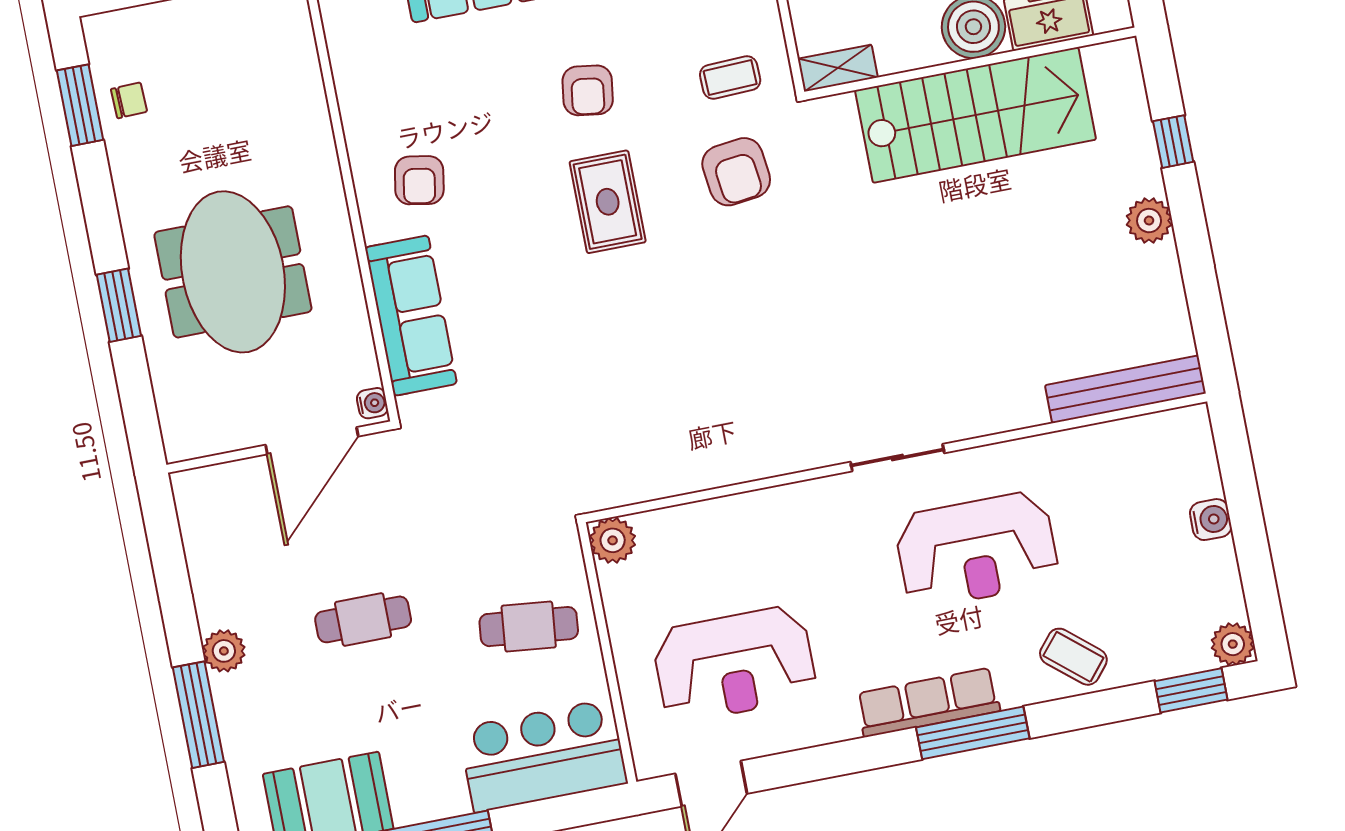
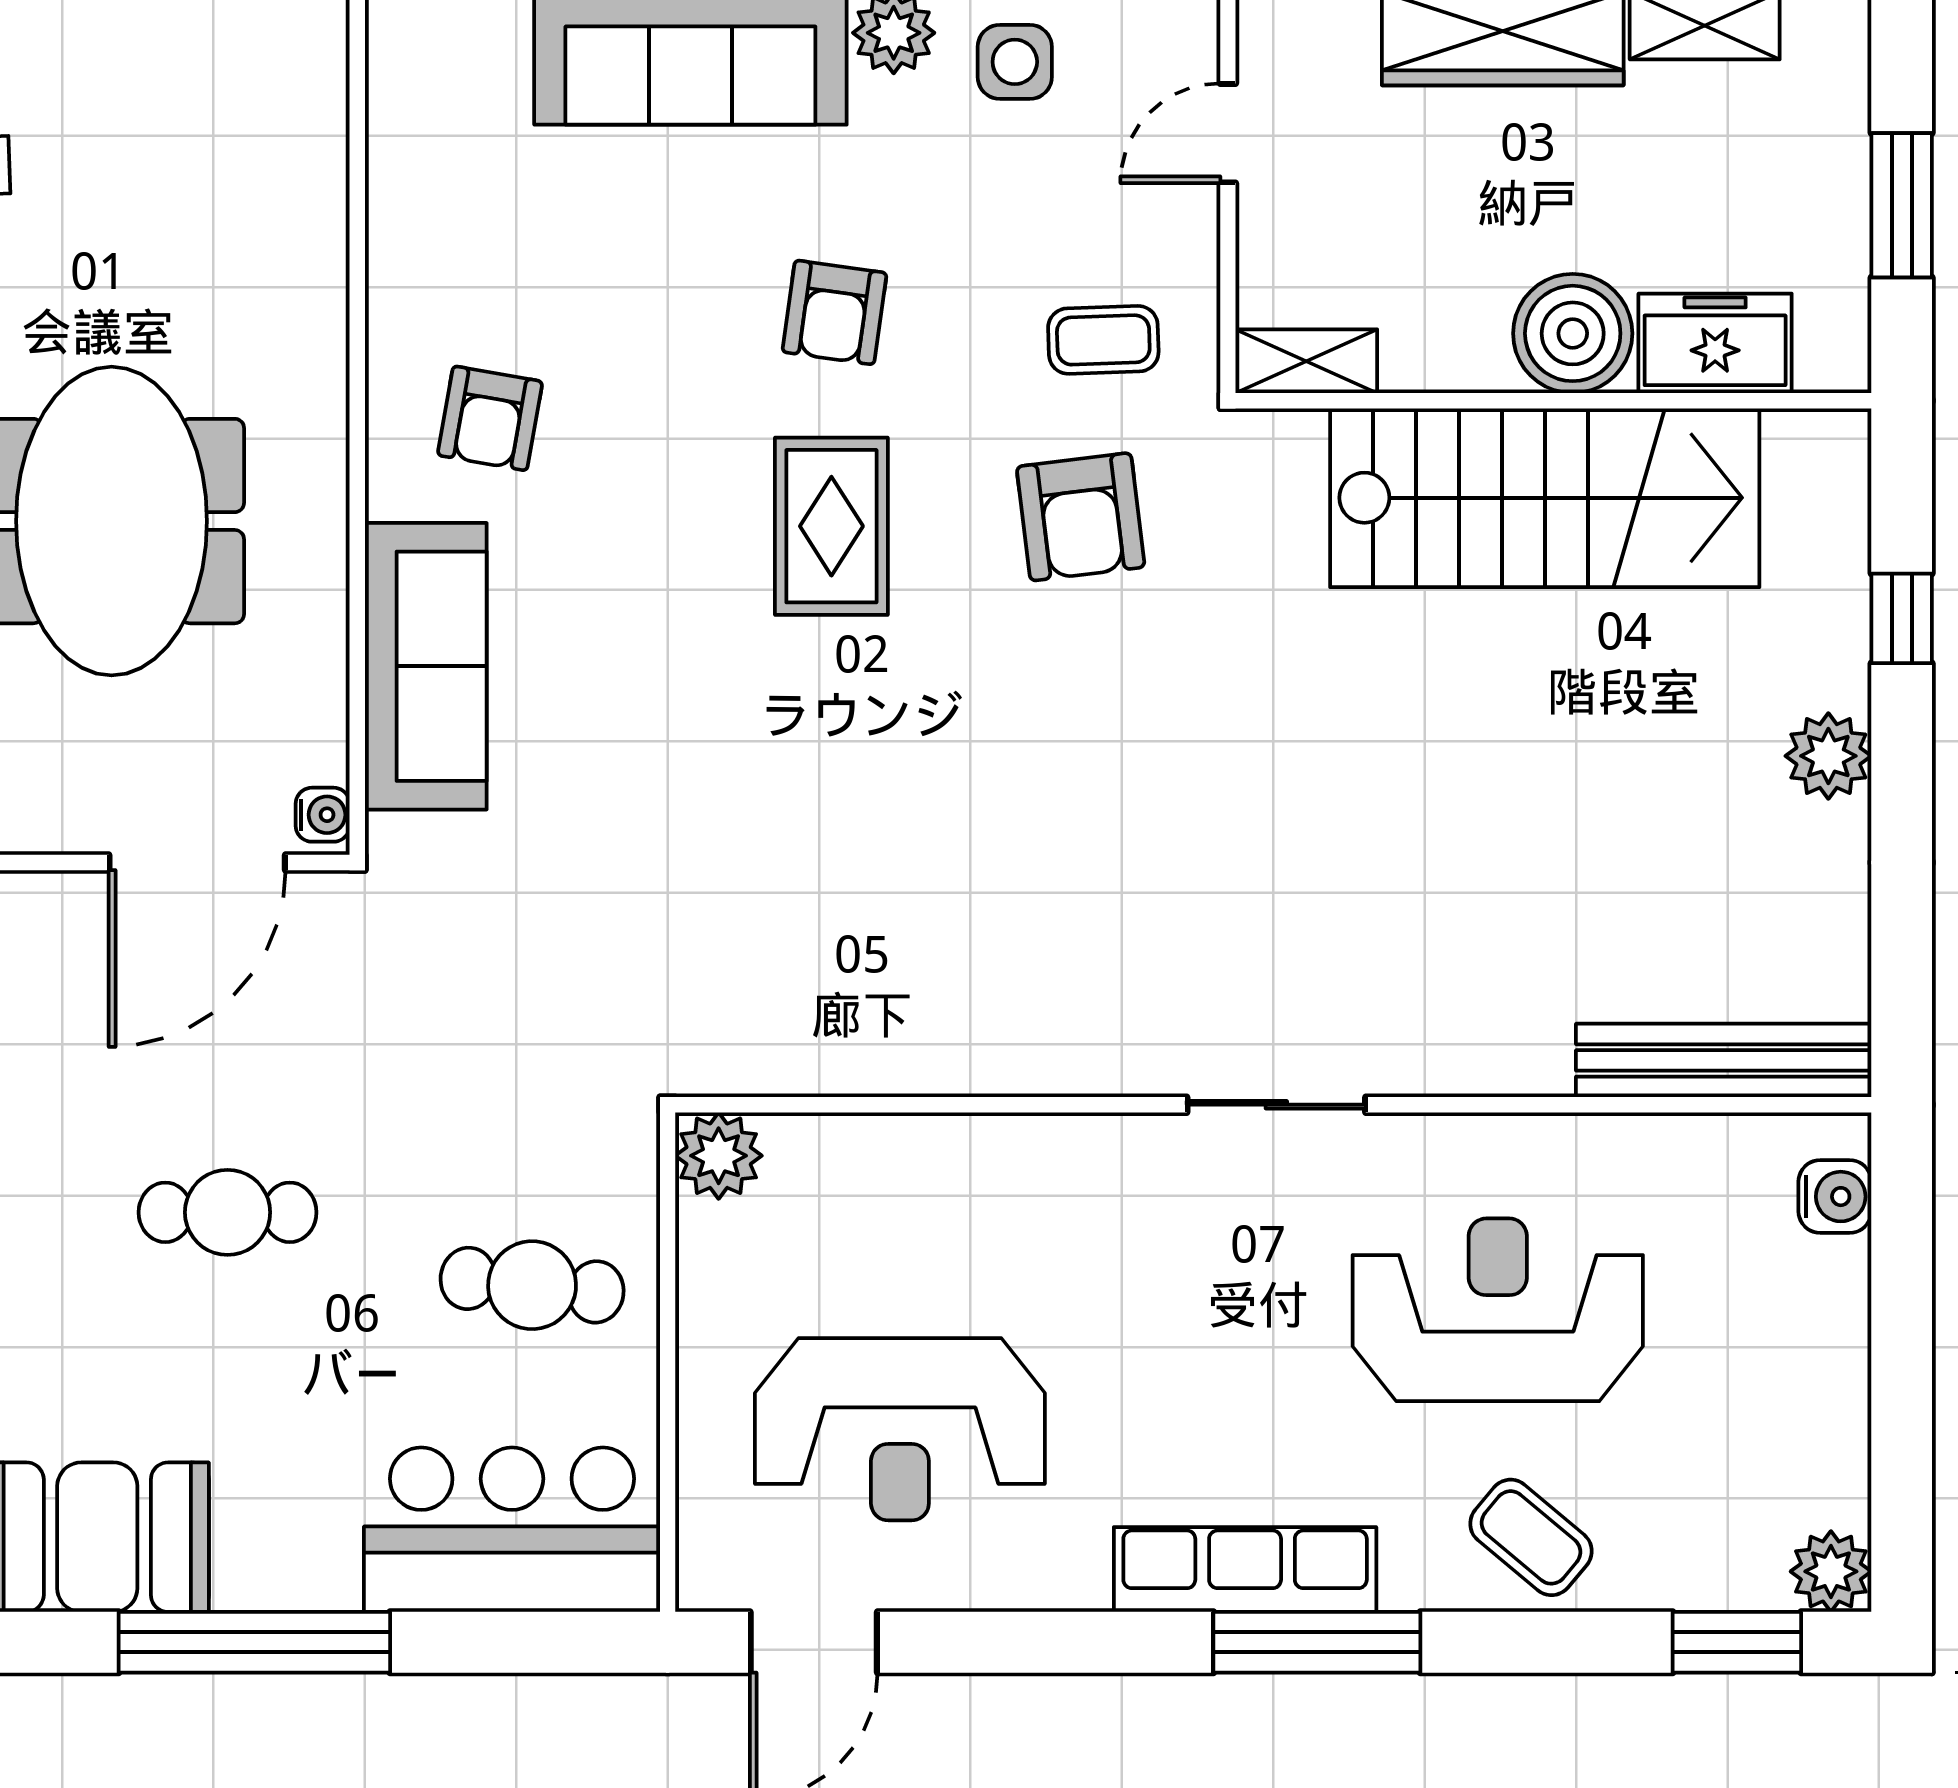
water cooler: (1211, 520) -> (1835, 1197), moved
reception desk: (977, 550) -> (1498, 1310), moved, turned 180

